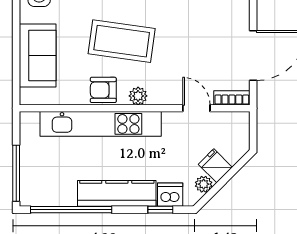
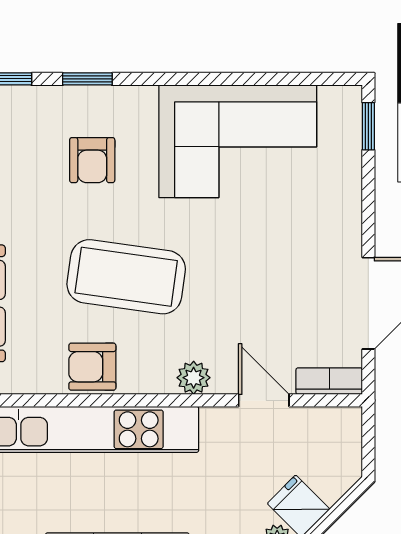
plant: (138, 96) -> (194, 378), moved

